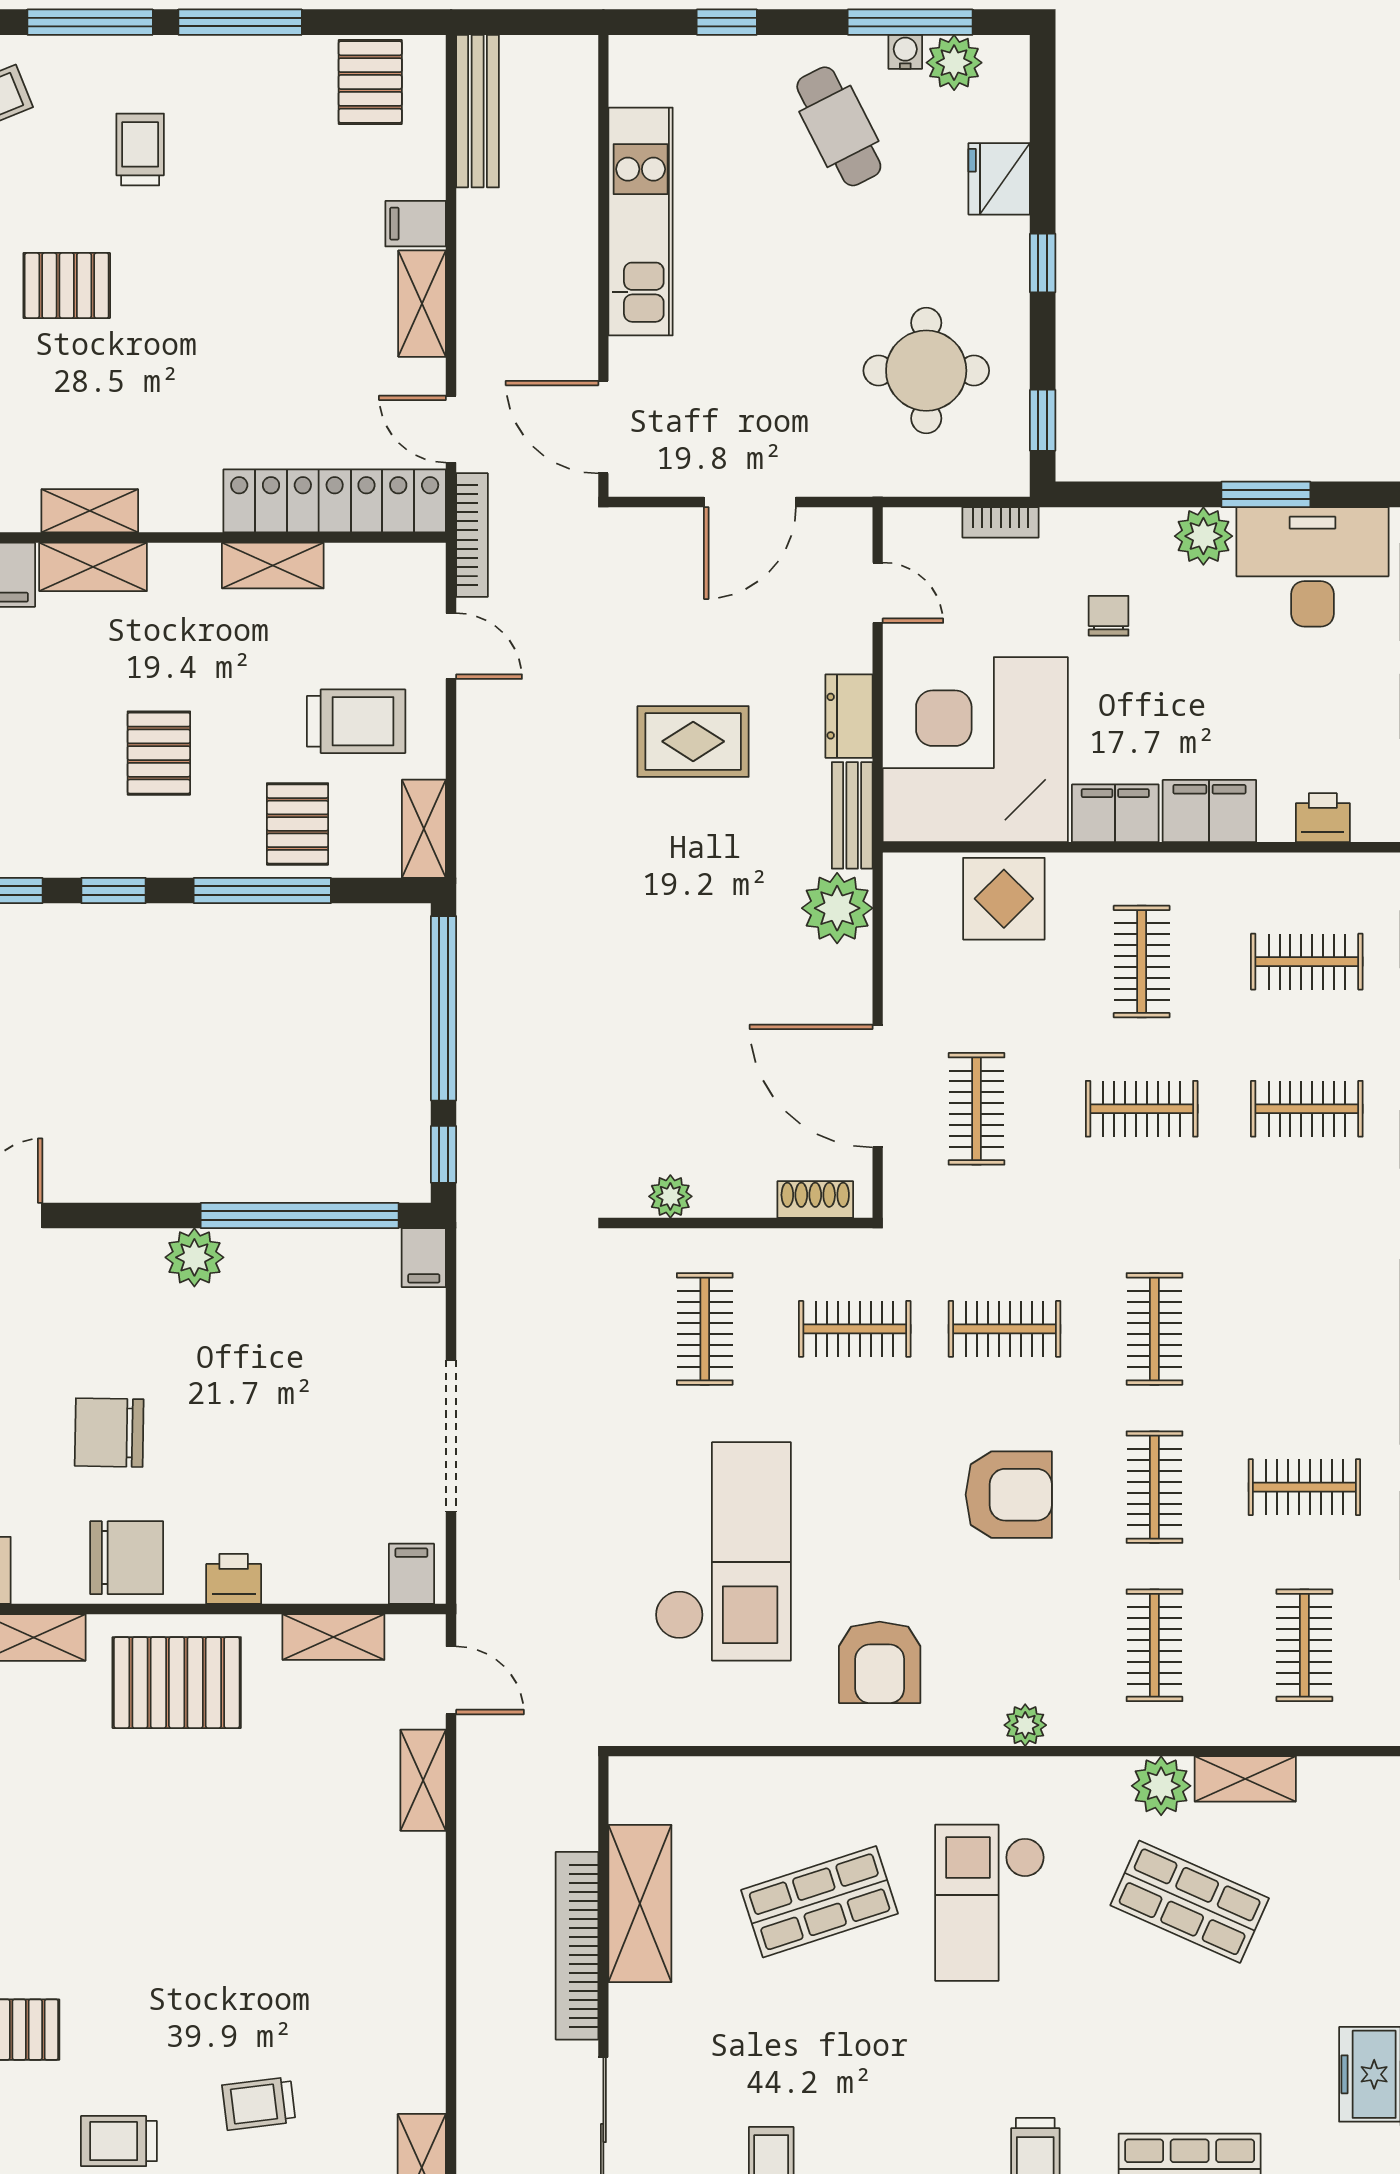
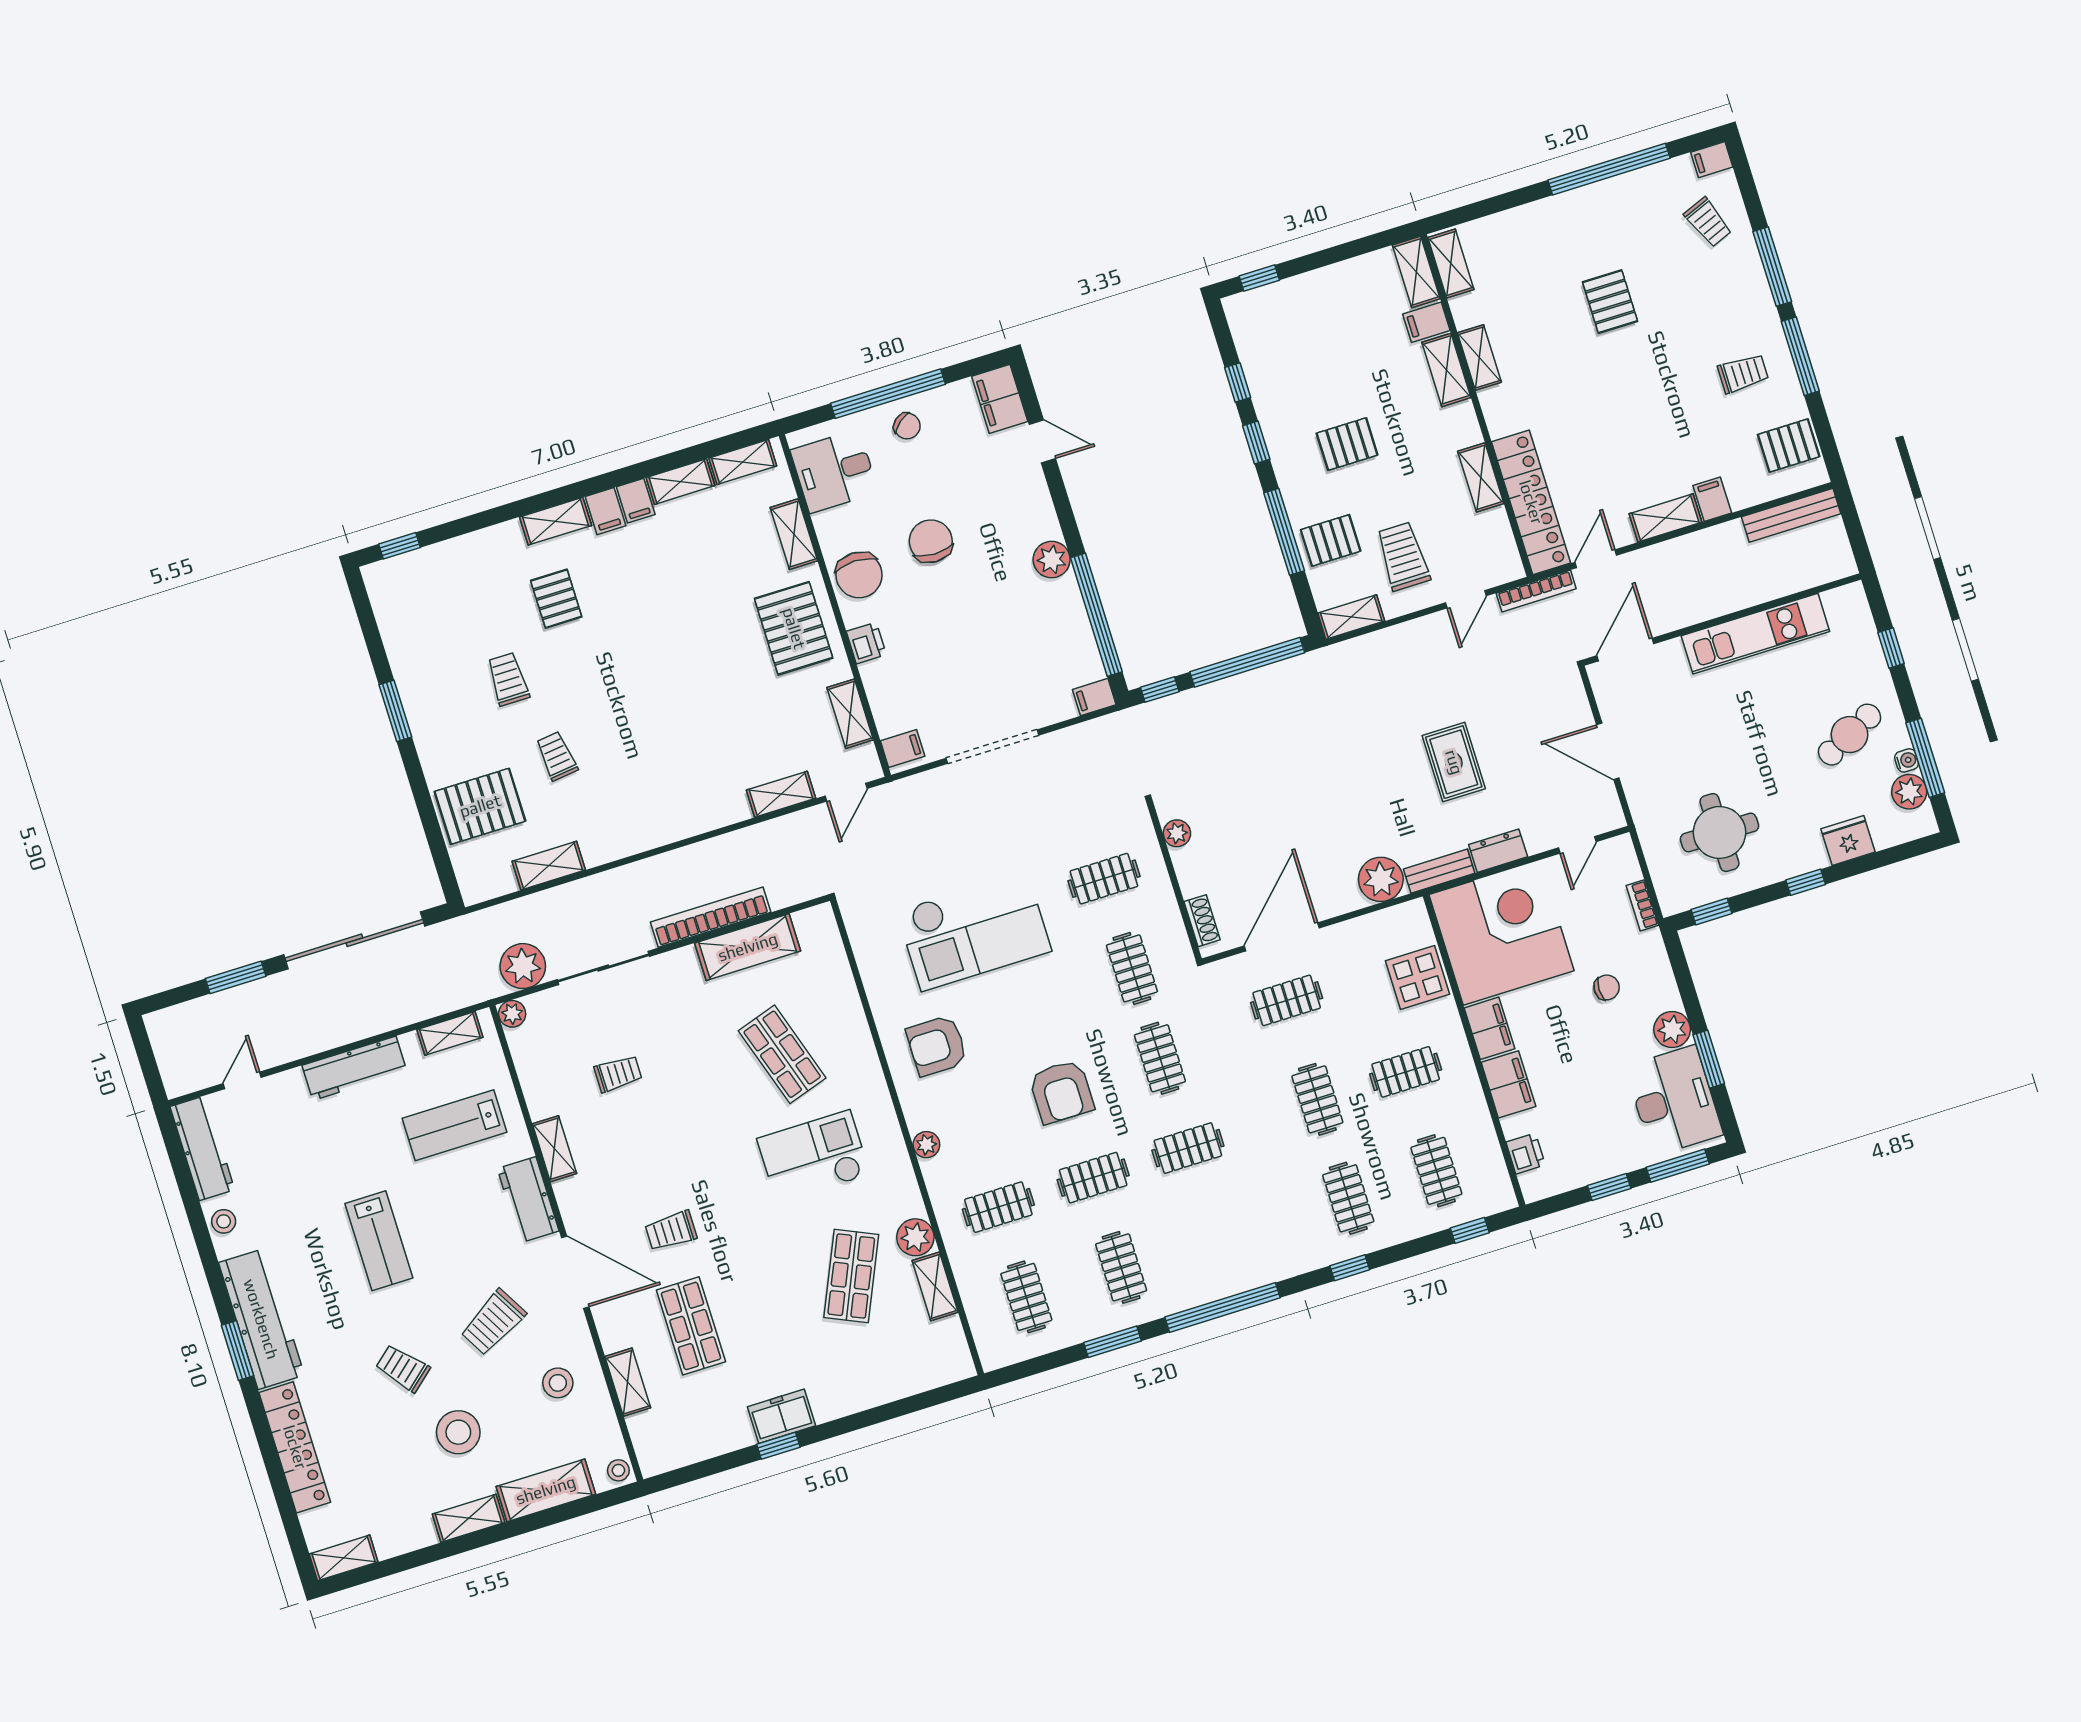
trolley: (140, 149) -> (1743, 374), moved
trolley: (356, 721) -> (1403, 556), turned 180
clothes rail: (1304, 1645) -> (1026, 1297), turned 90

